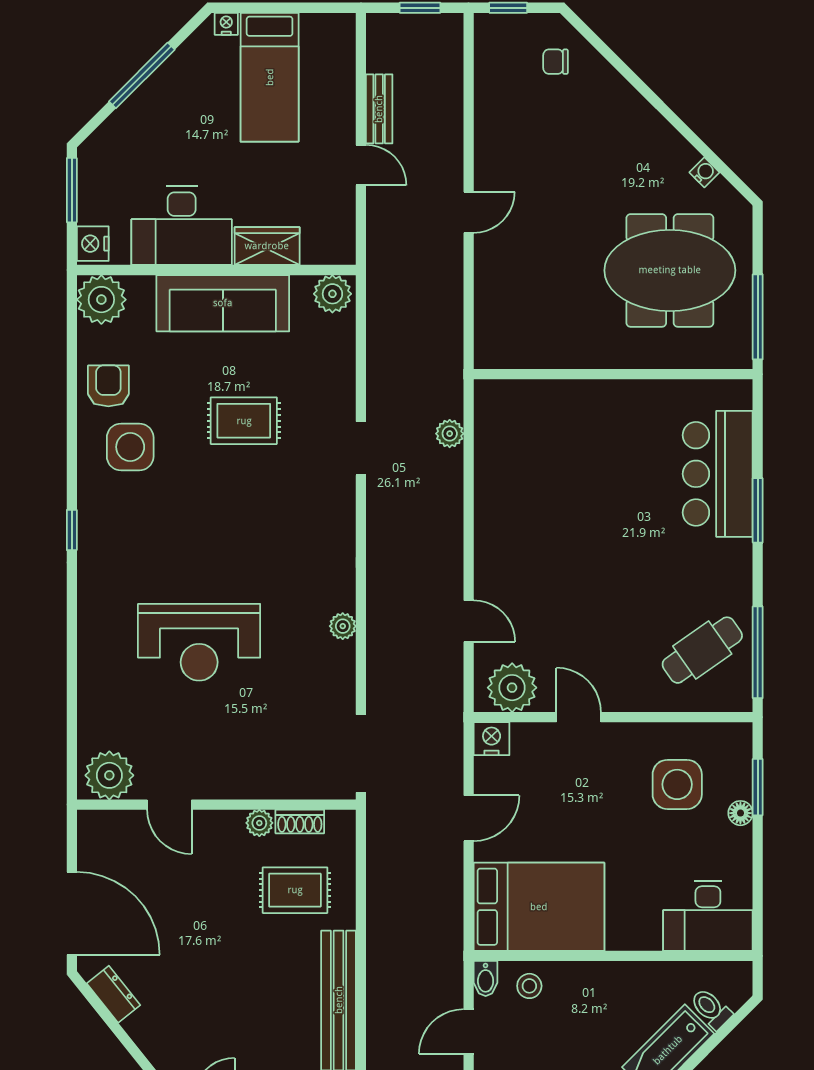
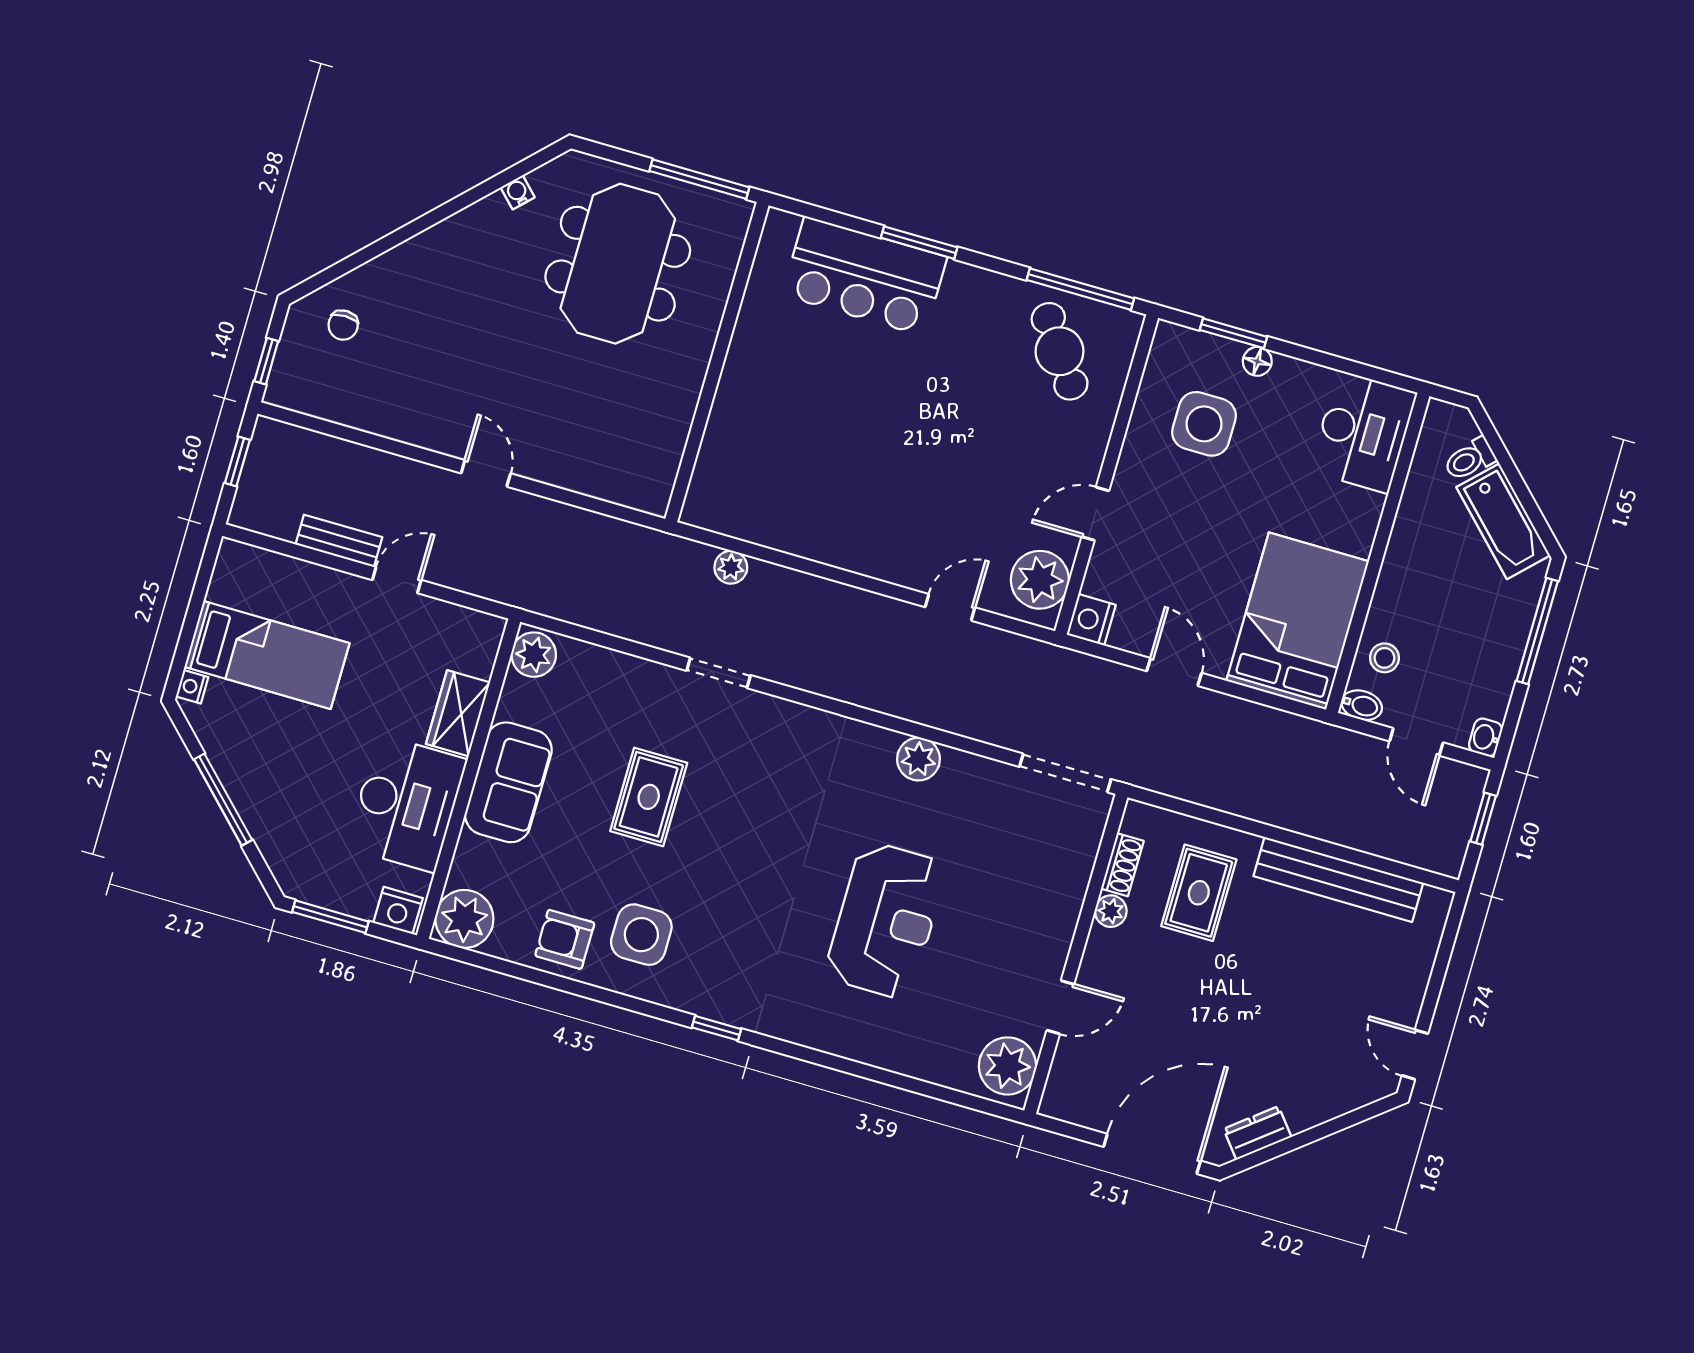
sofa: (223, 303) -> (508, 782), width x0.73
plant: (343, 626) -> (918, 759), width x1.38, depth x1.38

